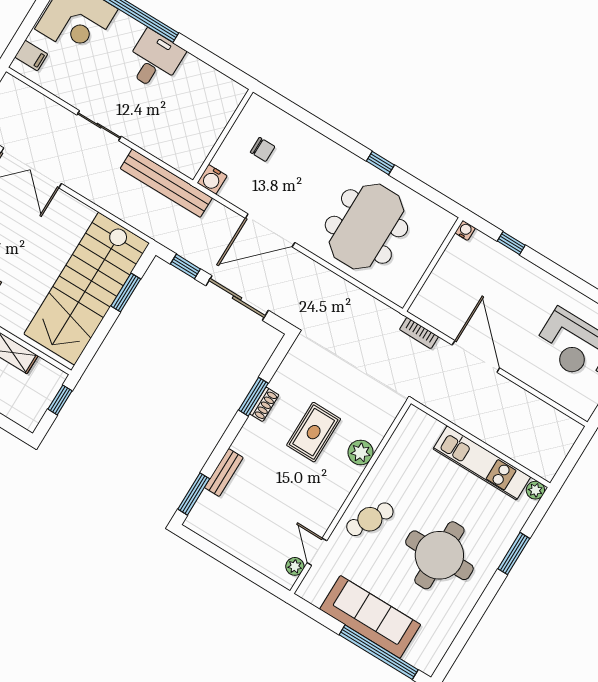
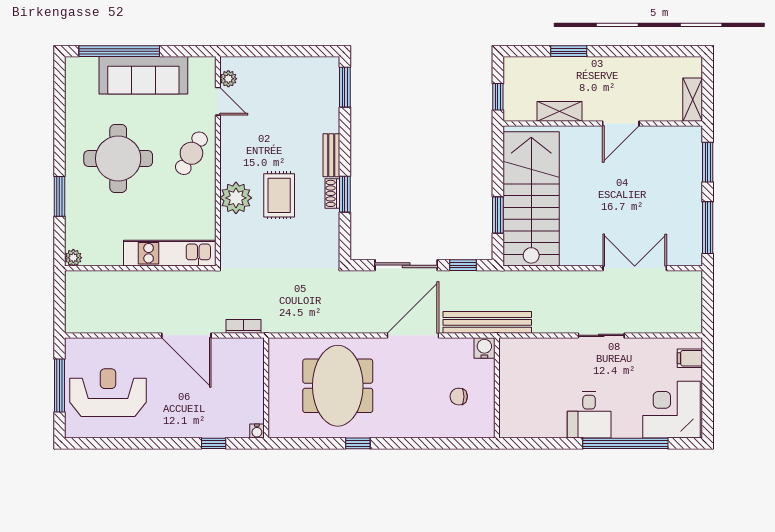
bench: (166, 183) -> (487, 322), moved
plant: (361, 452) -> (236, 198), width x1.36, depth x1.36
kitchen unit: (482, 463) -> (170, 253), moved
bench: (224, 473) -> (331, 155), moved

